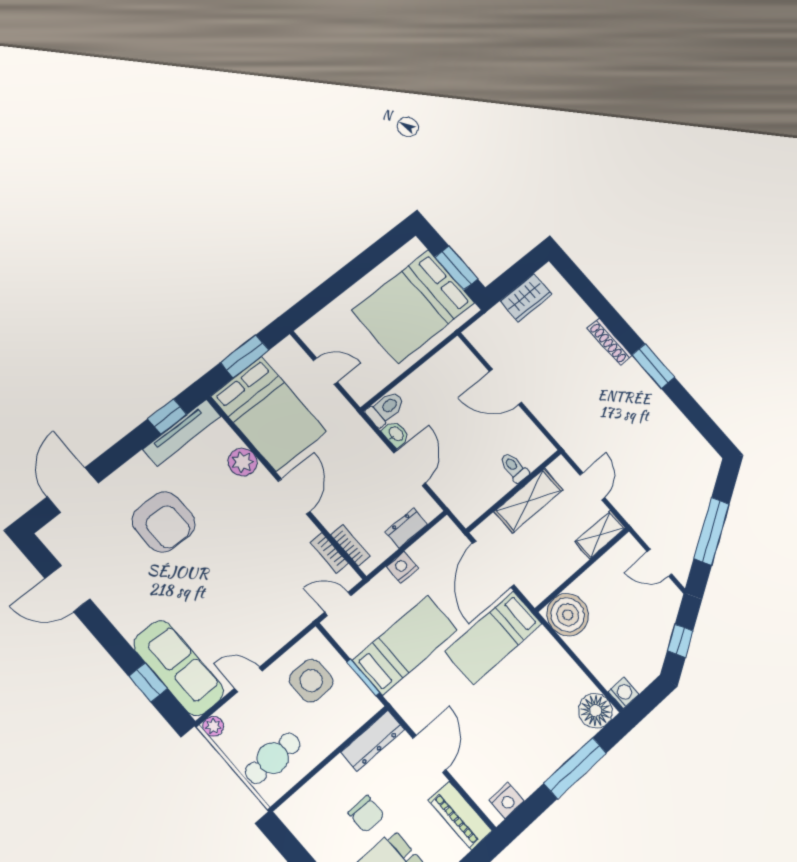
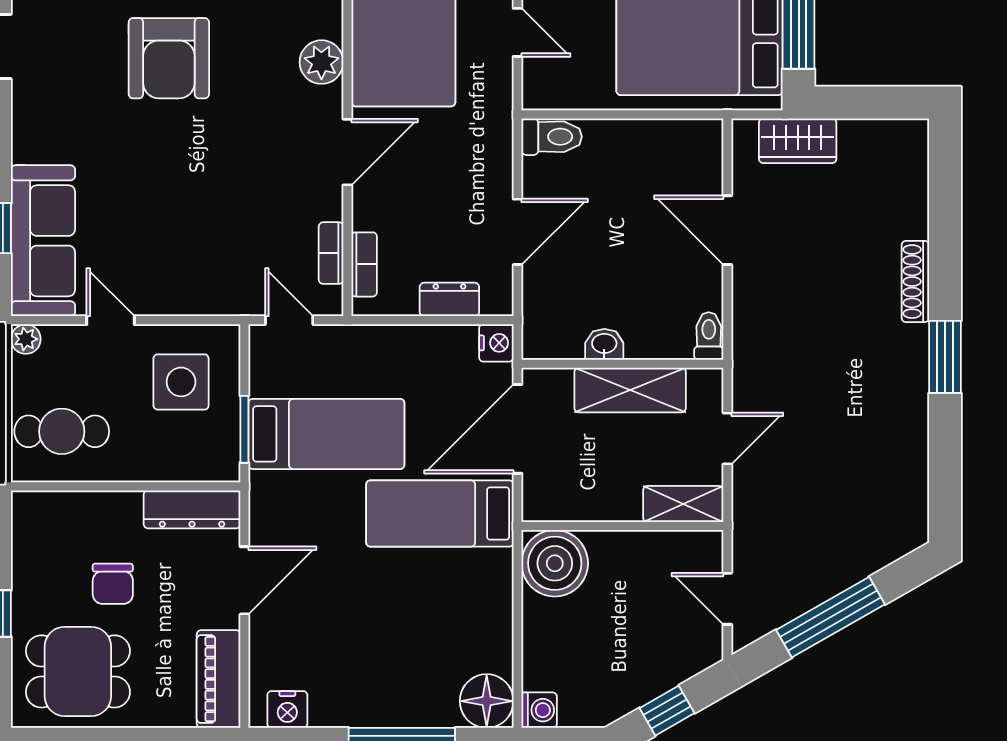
wardrobe: (526, 298) -> (798, 141), moved
washbasin: (396, 434) -> (604, 344), moved, turned -90
toilet: (514, 467) -> (709, 336), moved
nightstand: (402, 567) -> (496, 343), moved, turned 90

